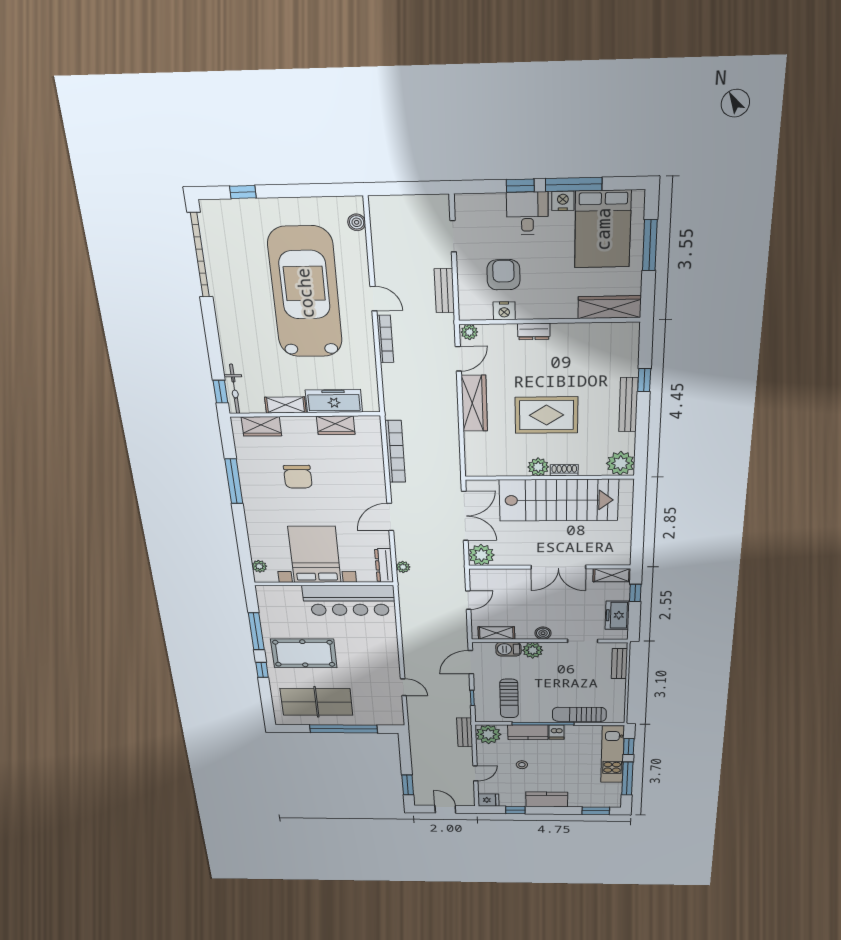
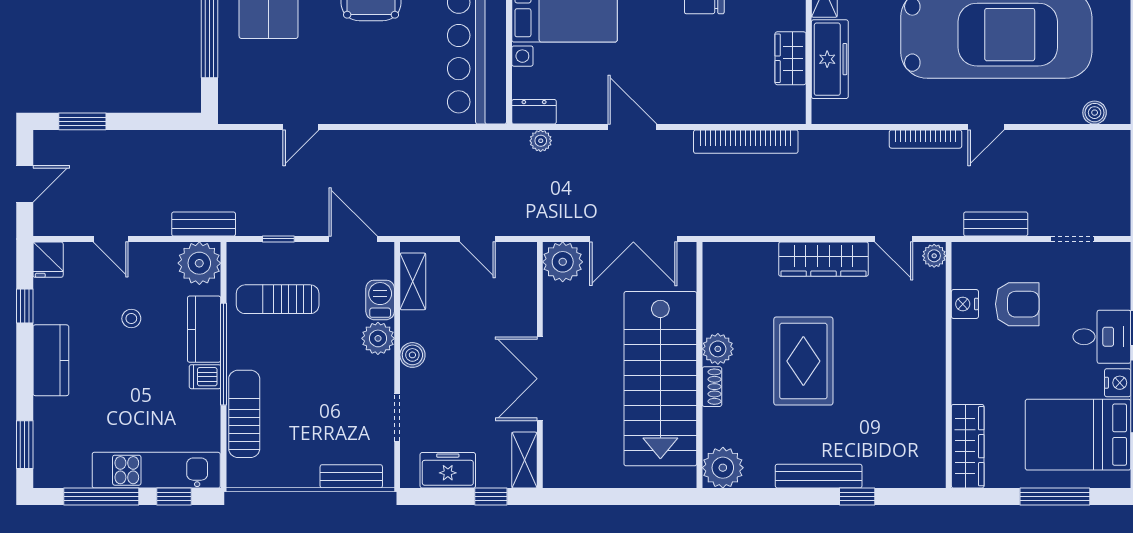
dresser: (534, 331) -> (934, 344), removed
dresser: (384, 565) -> (534, 112), width x0.70

